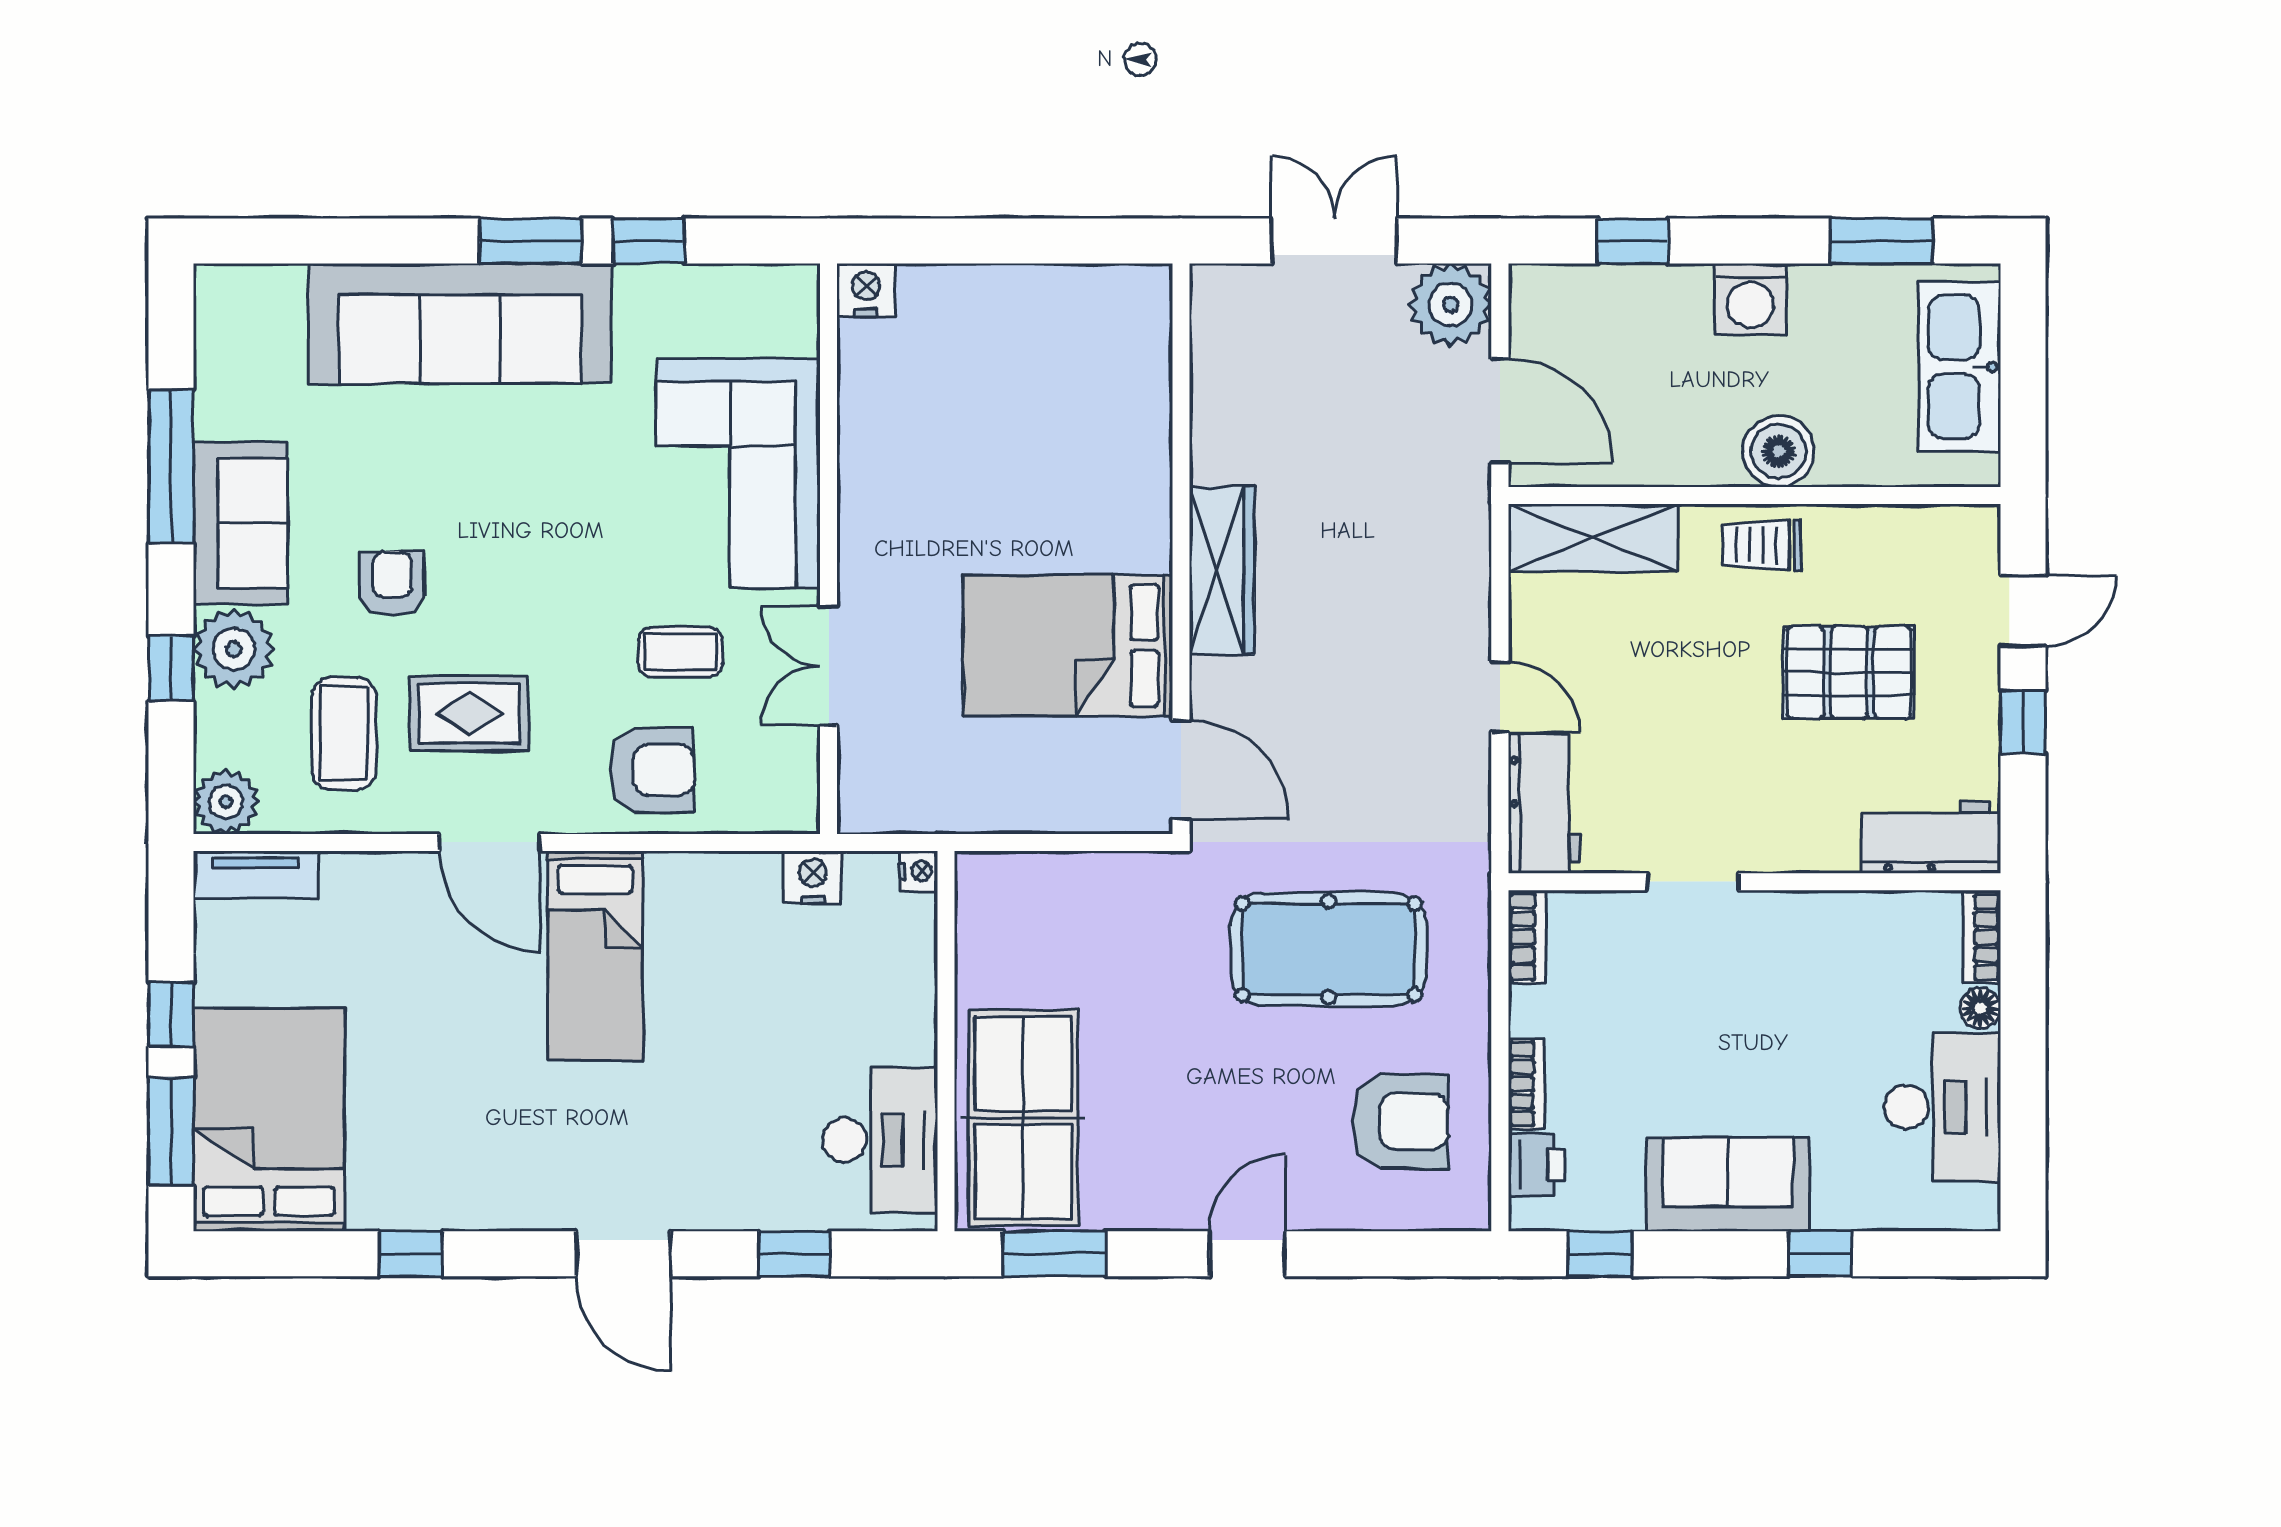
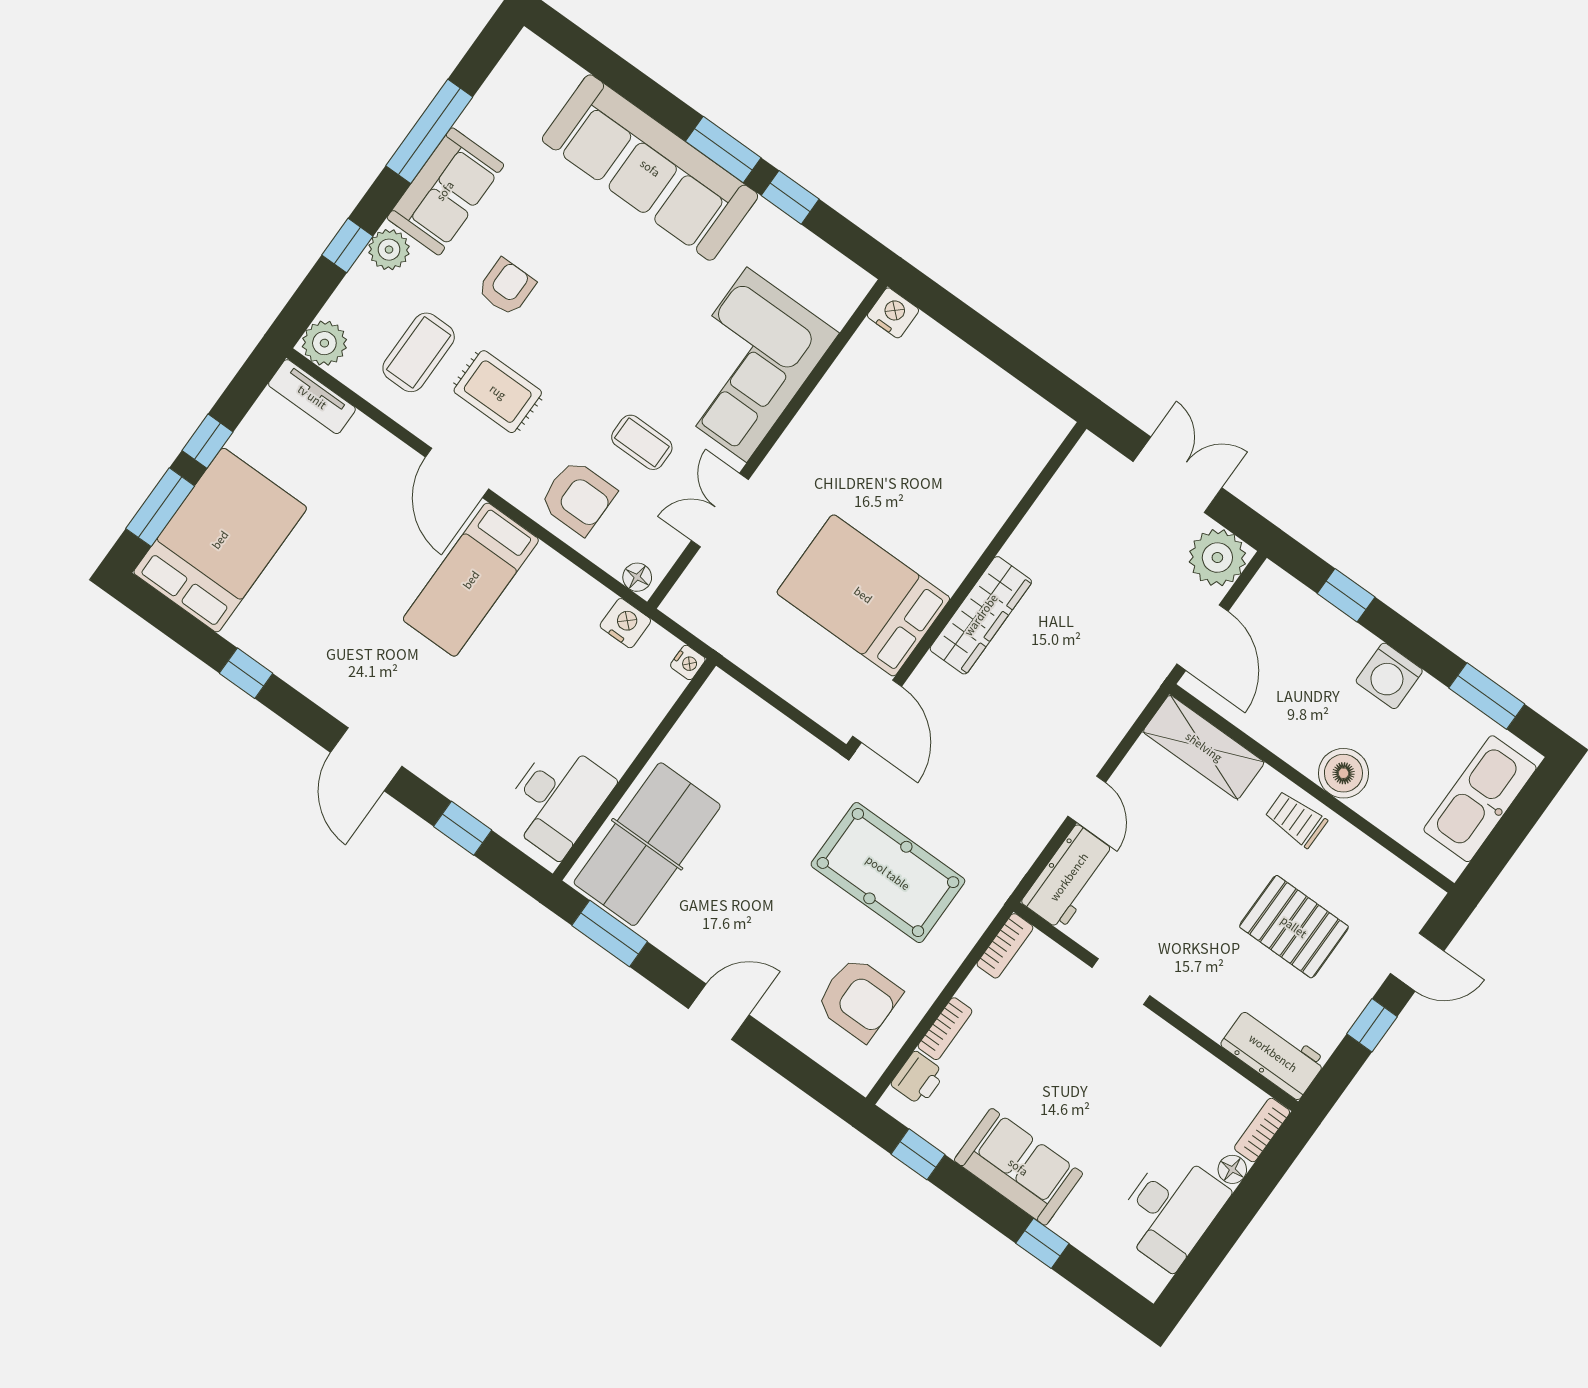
plant: (234, 649) -> (389, 250), width x0.73, depth x0.73
floor lamp: (788, 814) -> (637, 577), added

